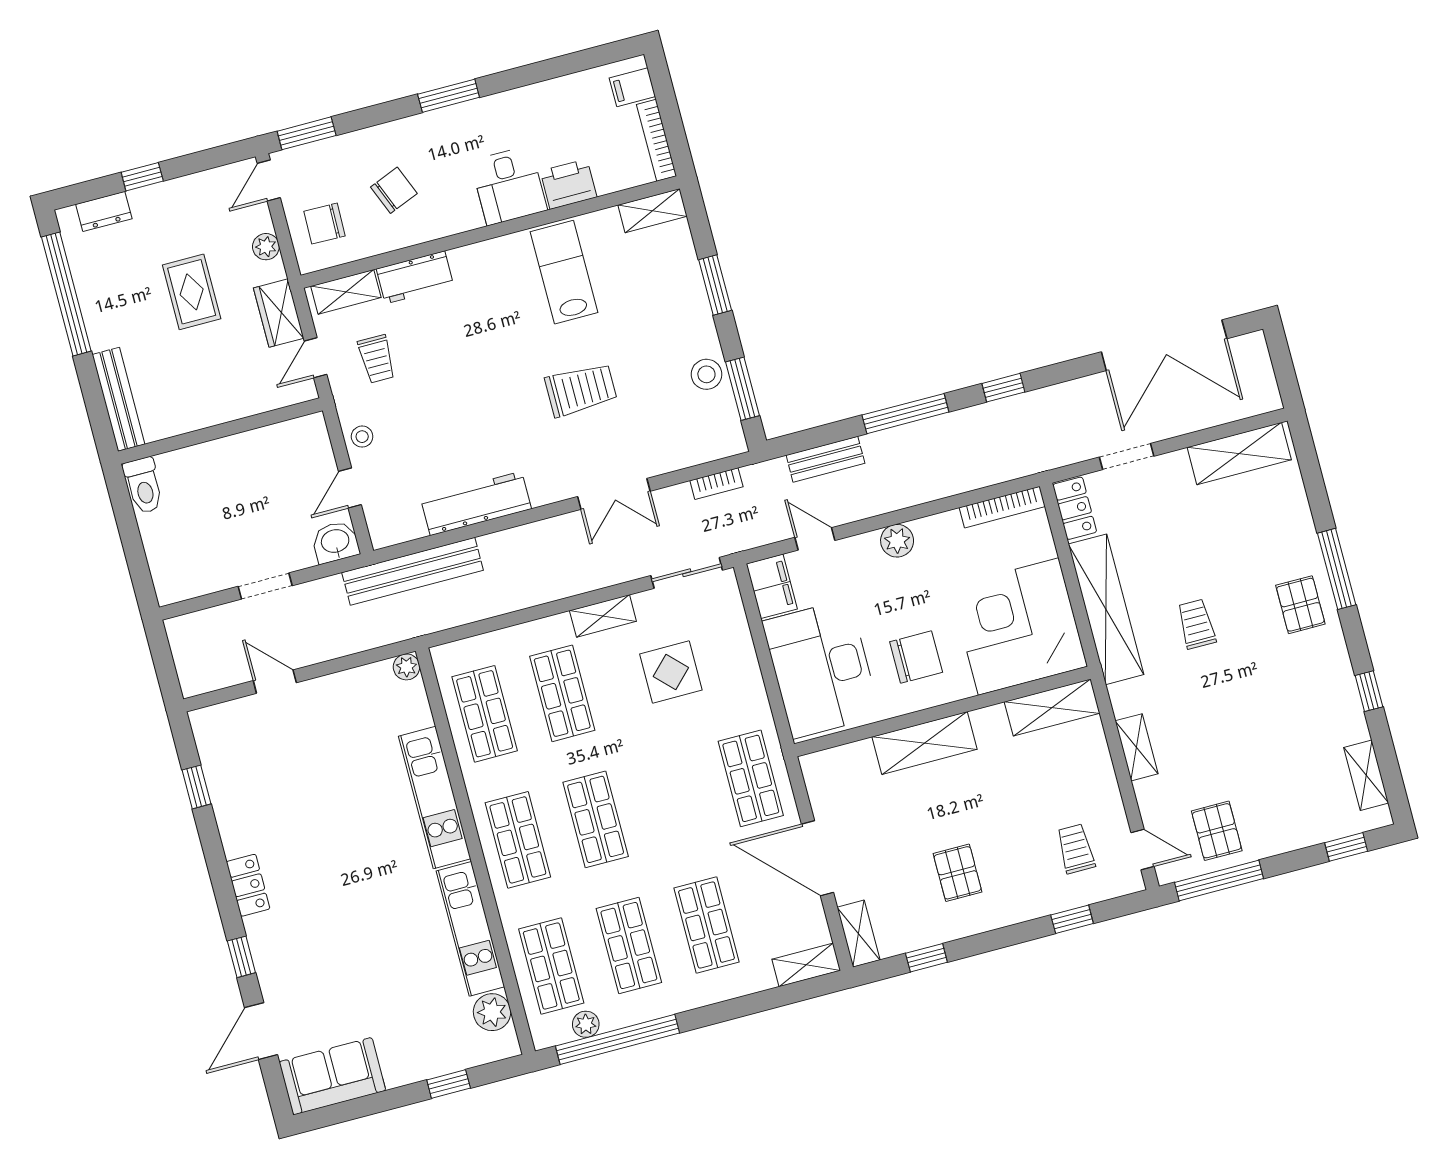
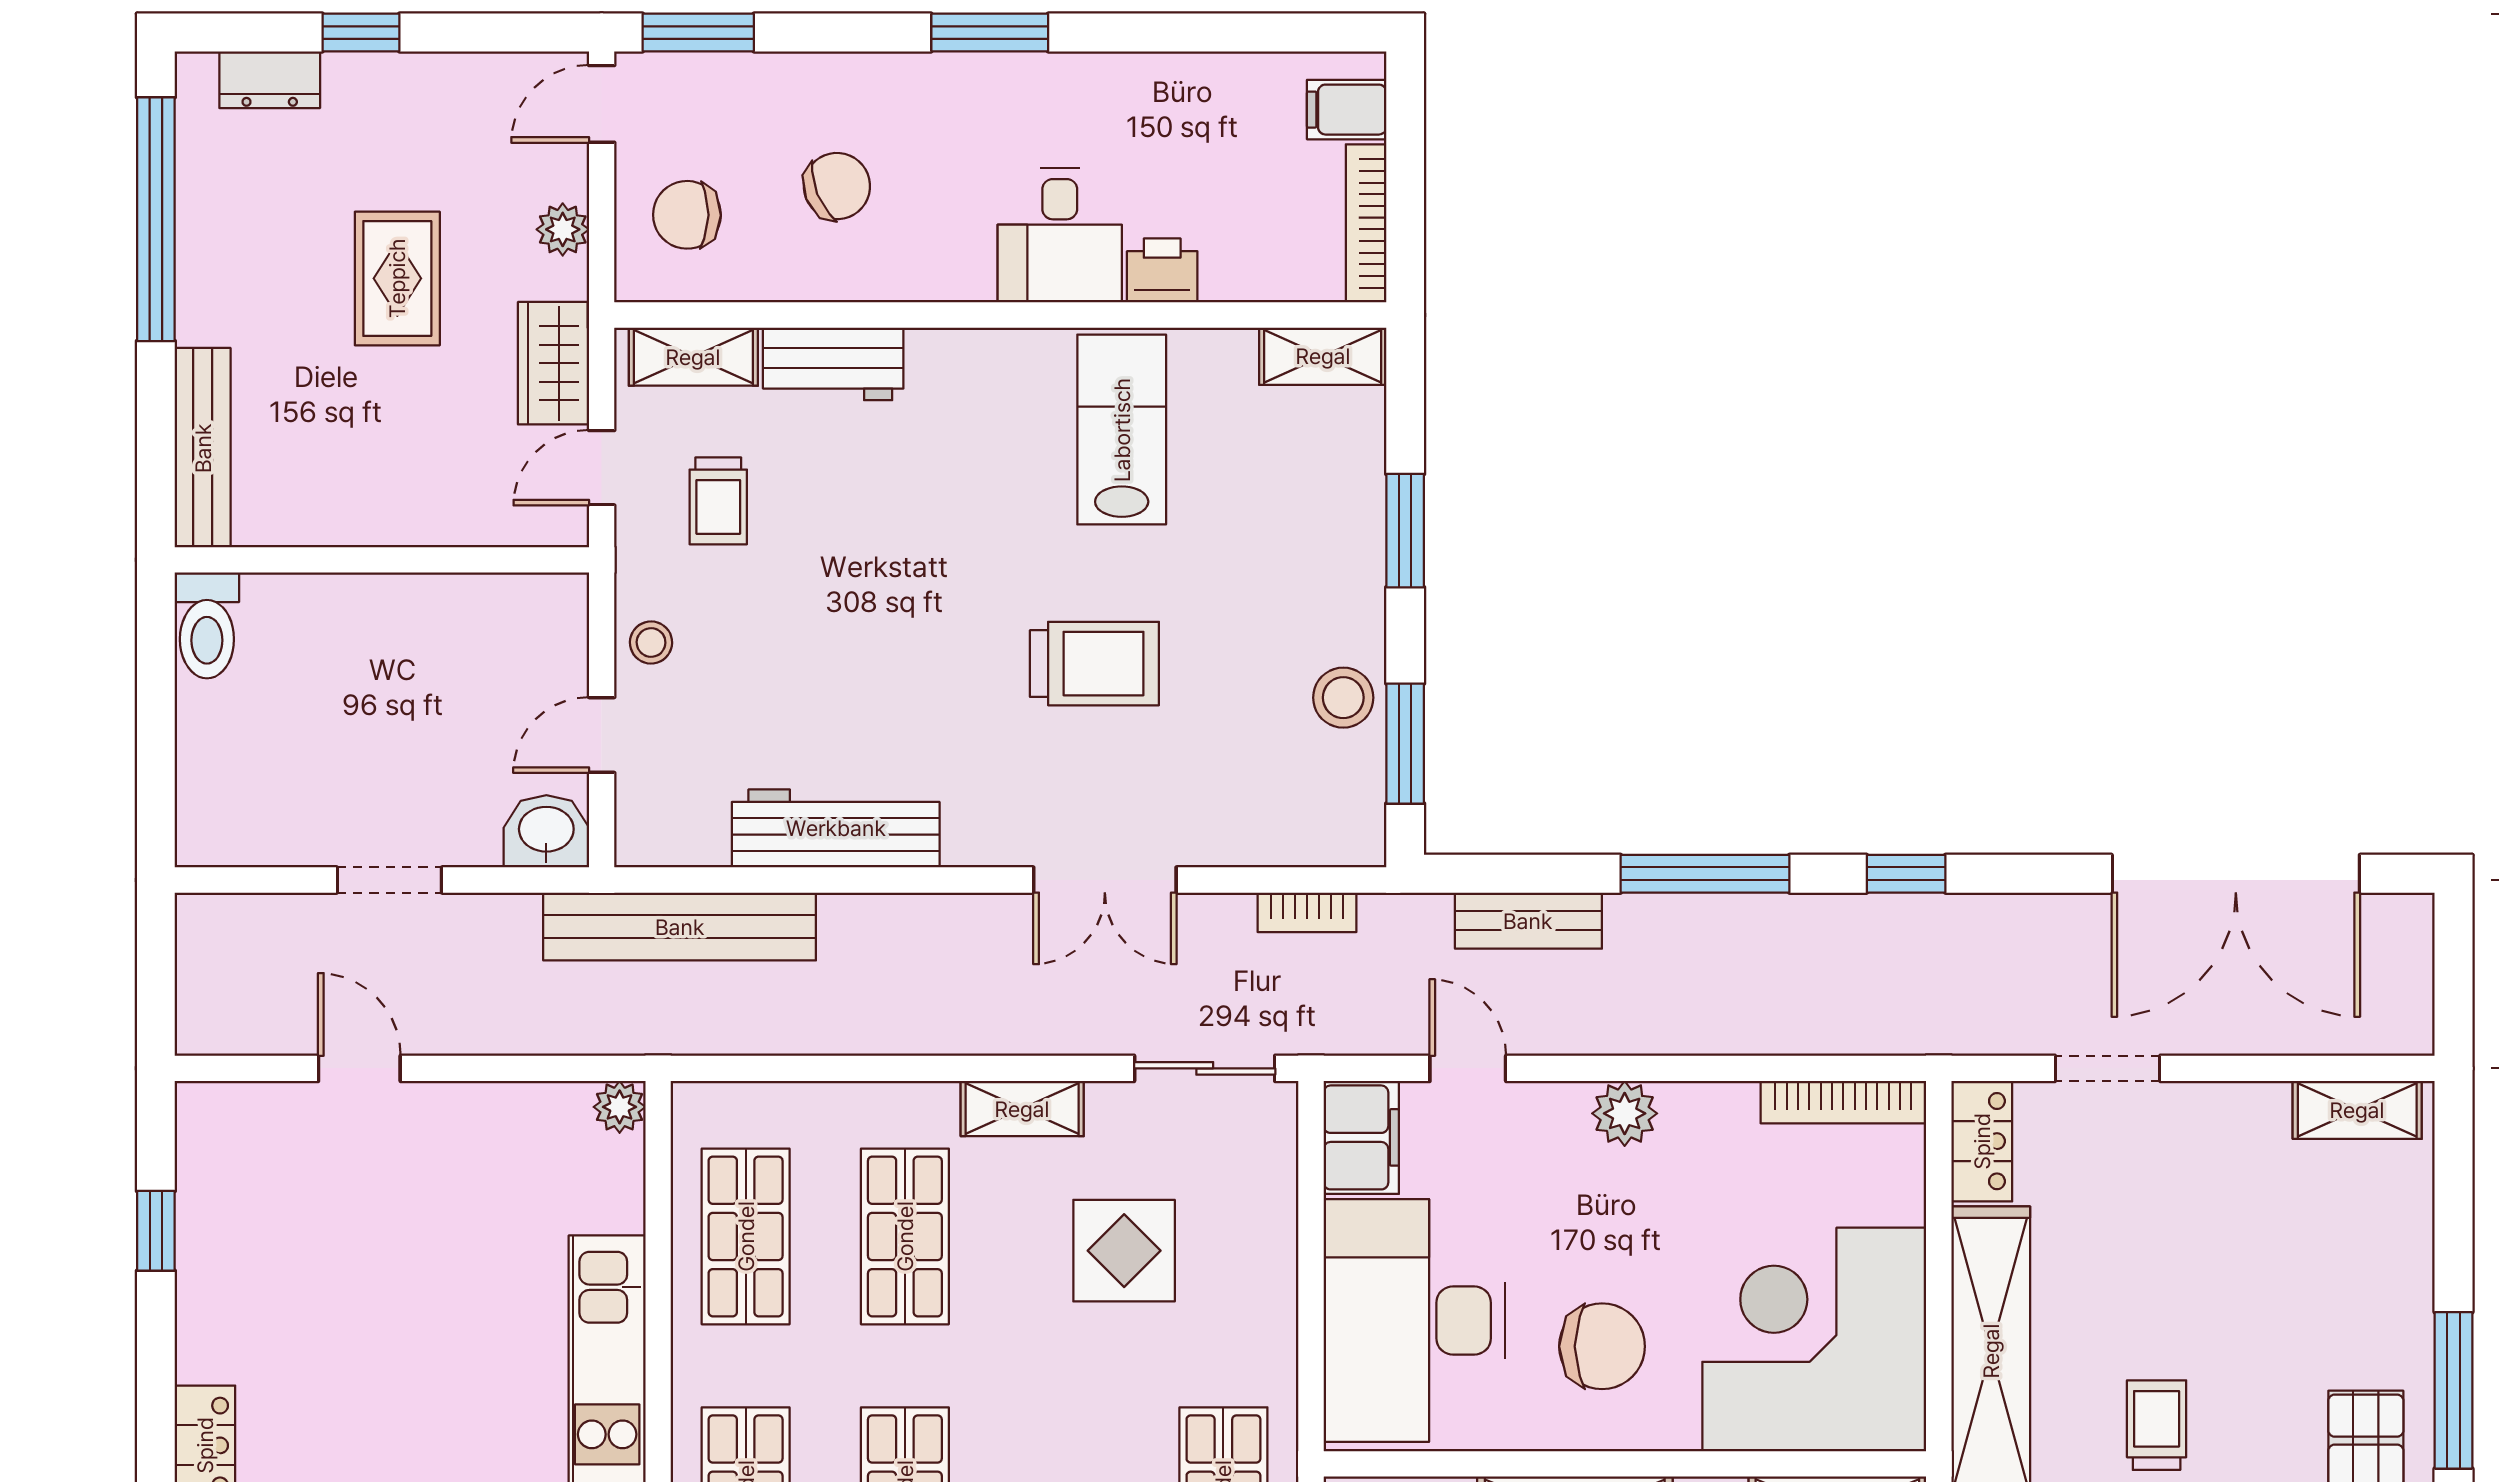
printer: (569, 184) -> (1162, 270), width x0.73, depth x0.81
shelving: (1239, 454) -> (2357, 1110), width x0.67, depth x0.75

